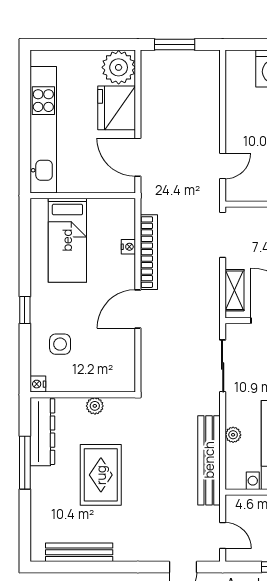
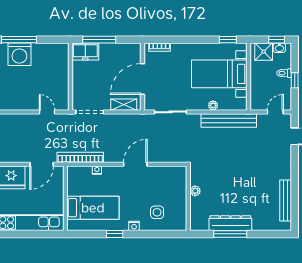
bookcase: (149, 252) -> (80, 157), moved
door: (138, 309) -> (135, 164), swing flipped
window: (25, 310) -> (115, 234), moved
nightstand: (38, 384) -> (134, 226), moved
dresser: (42, 432) -> (230, 223), moved
rug: (101, 475) -> (238, 187), removed

